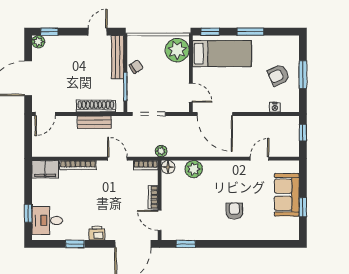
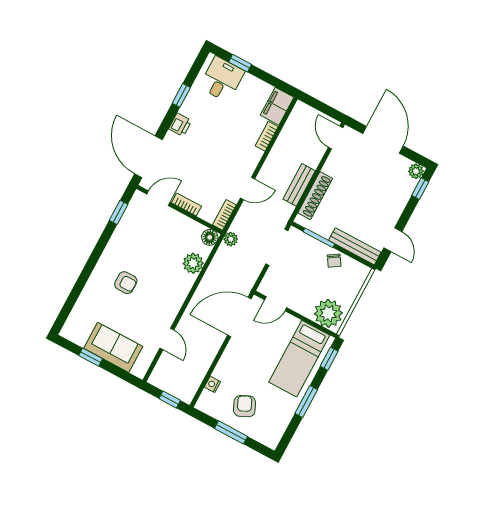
bookcase: (78, 165) -> (267, 136), width x0.64

